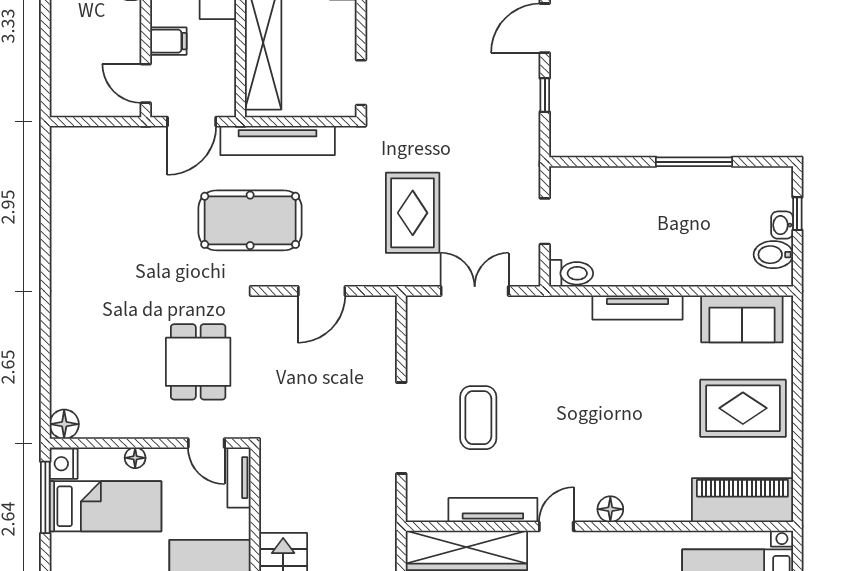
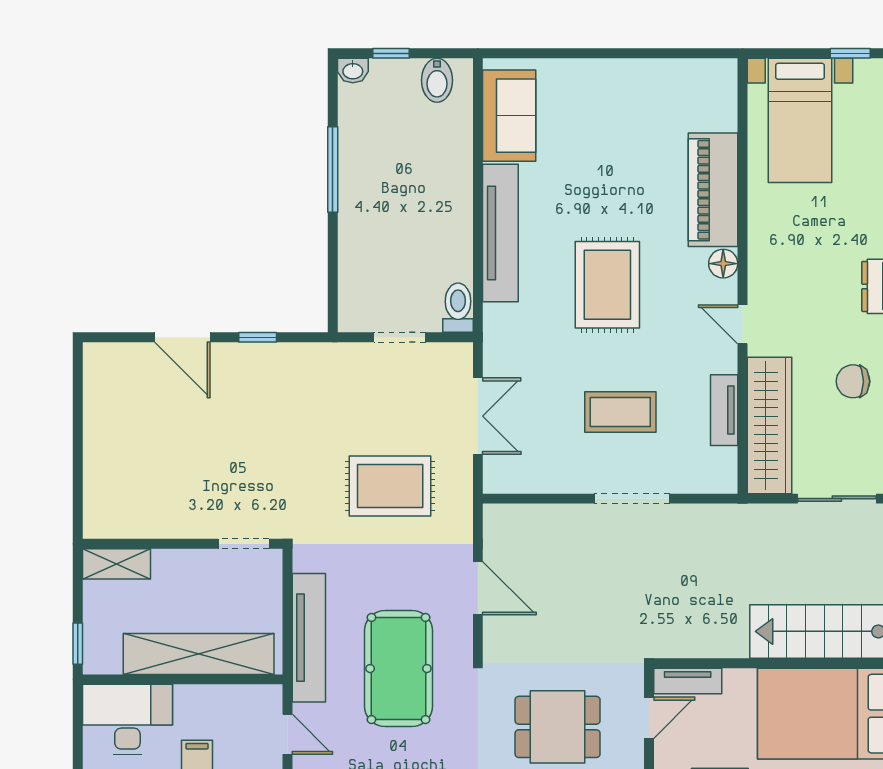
door: (192, 122) -> (287, 734), width x0.73
washbasin: (782, 225) -> (353, 71), moved
double door: (475, 291) -> (478, 416), swing flipped
tv unit: (638, 307) -> (500, 233), width x1.36, depth x1.29
rug: (743, 408) -> (607, 285), moved
doorway: (401, 428) -> (632, 499), width x0.73
piano: (742, 500) -> (713, 190), moved
tv unit: (493, 510) -> (724, 410), width x0.71

